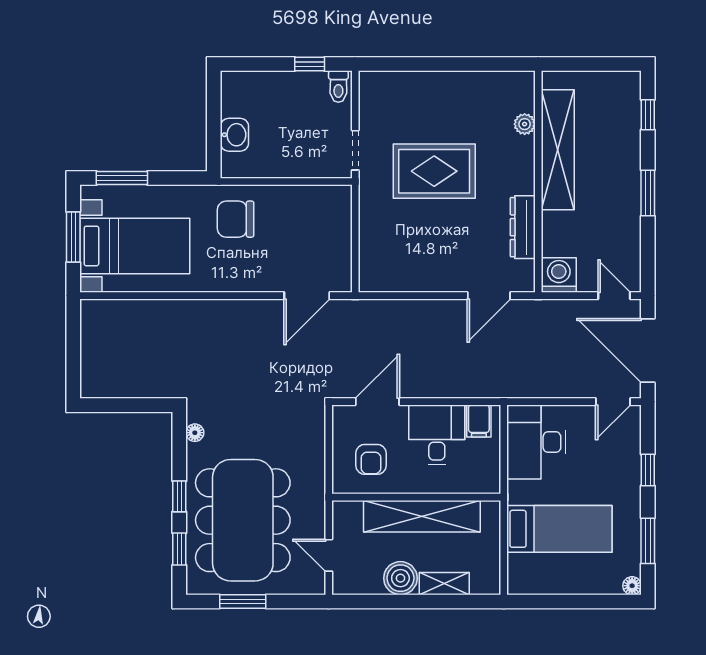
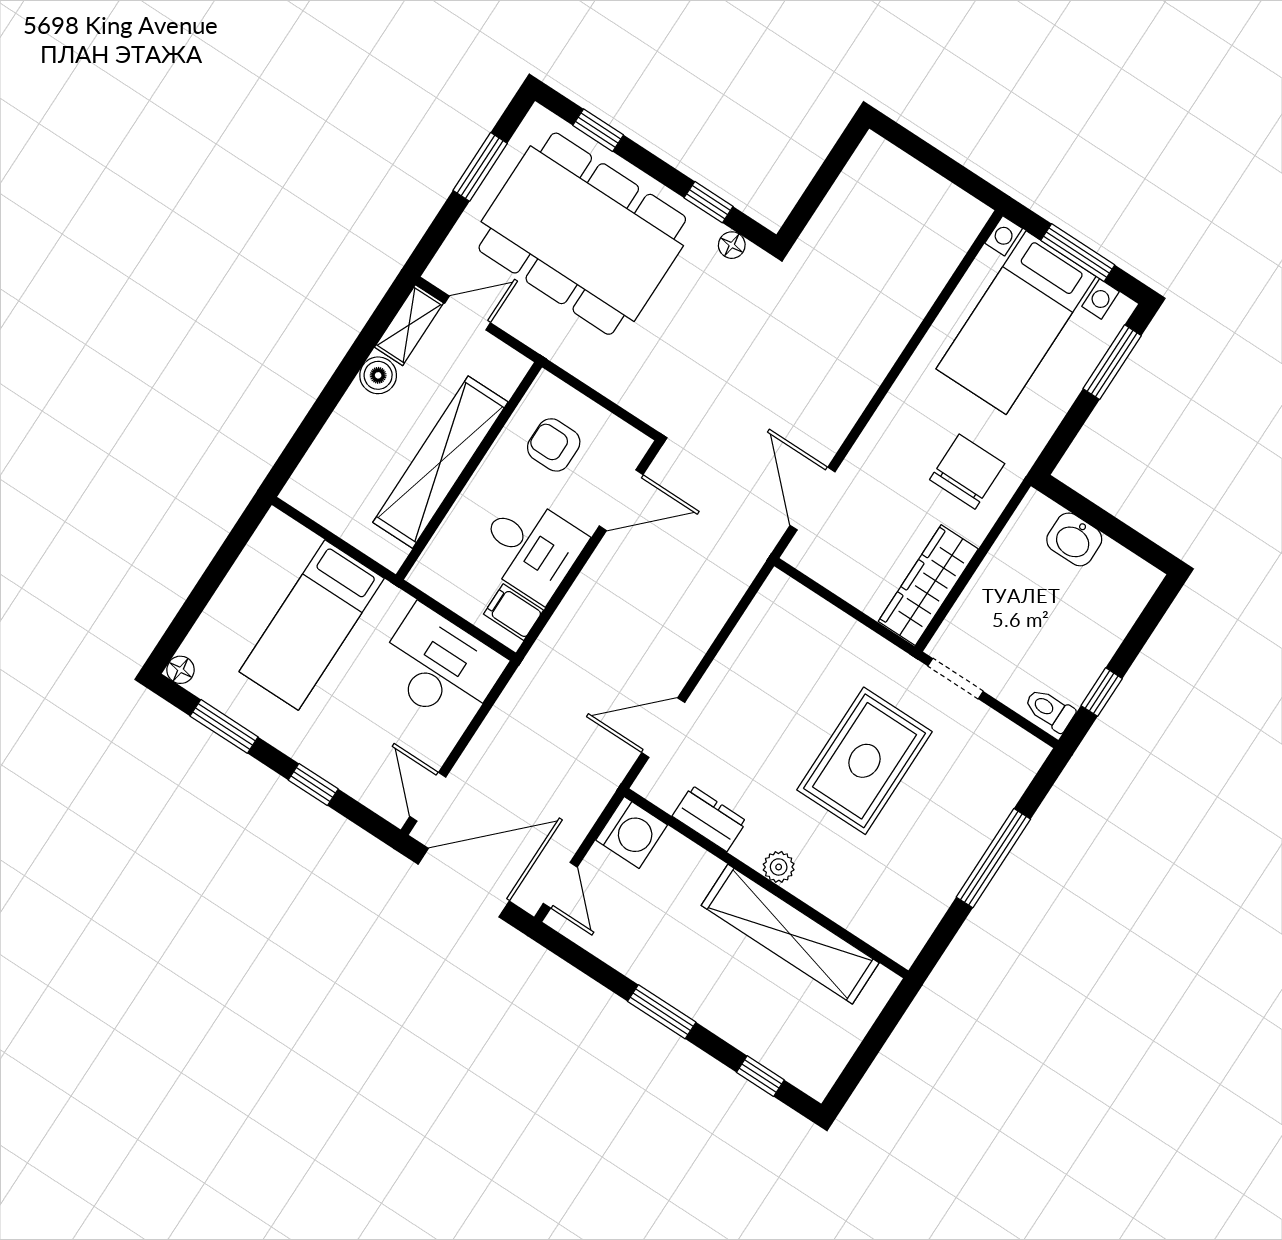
window: (442, 64) -> (993, 858), added
plant: (525, 124) -> (779, 867), moved
wardrobe: (313, 200) -> (928, 585), added
dresser: (523, 227) -> (709, 819), width x0.70
door: (489, 296) -> (663, 728), hinge flipped
door: (614, 296) -> (560, 885), hinge flipped
door: (377, 402) -> (621, 500), hinge flipped
window: (179, 496) -> (709, 202), moved
boiler: (400, 578) -> (378, 375), width x0.73, depth x0.73
shelving: (444, 584) -> (409, 325), moved

